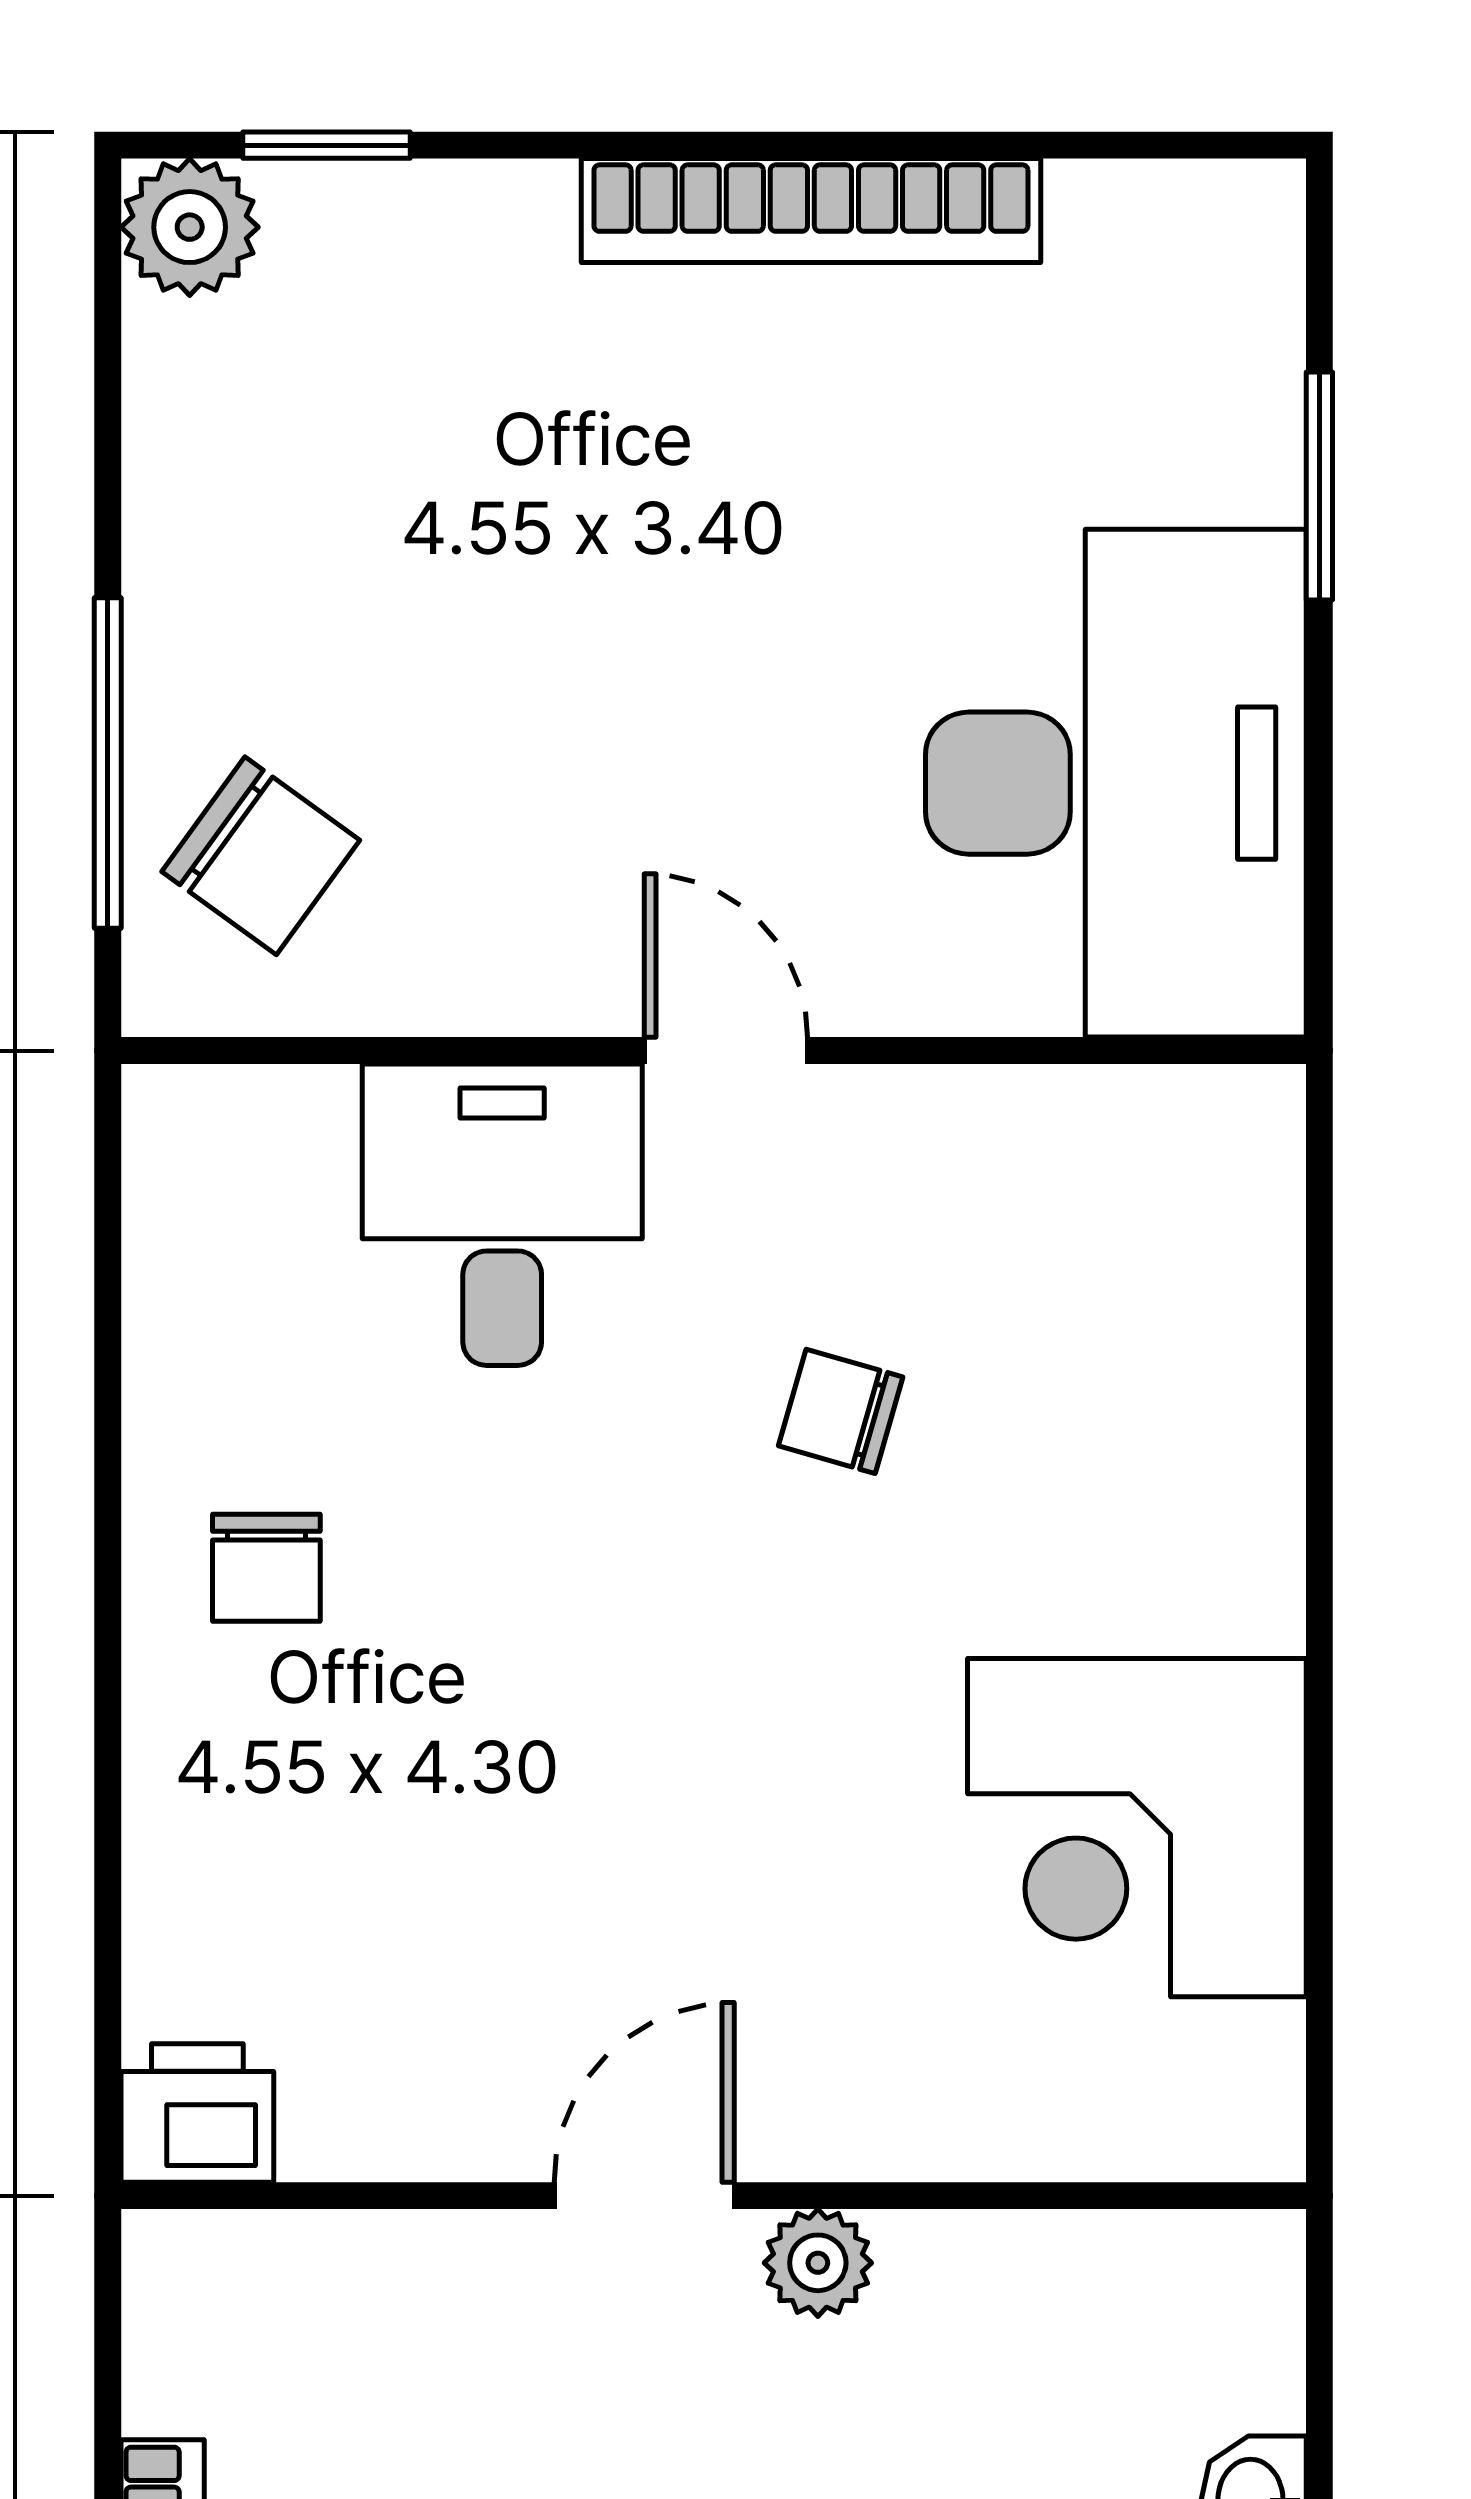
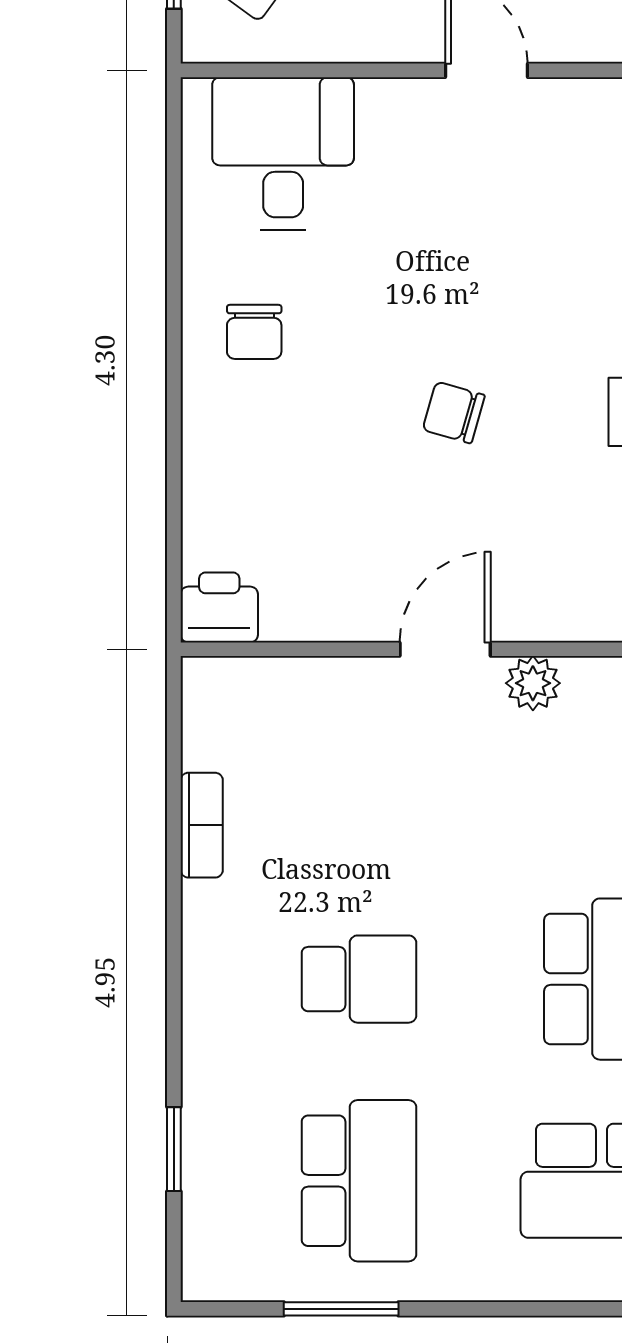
desk: (502, 1215) -> (283, 153), moved
chair: (841, 1411) -> (454, 412), moved

